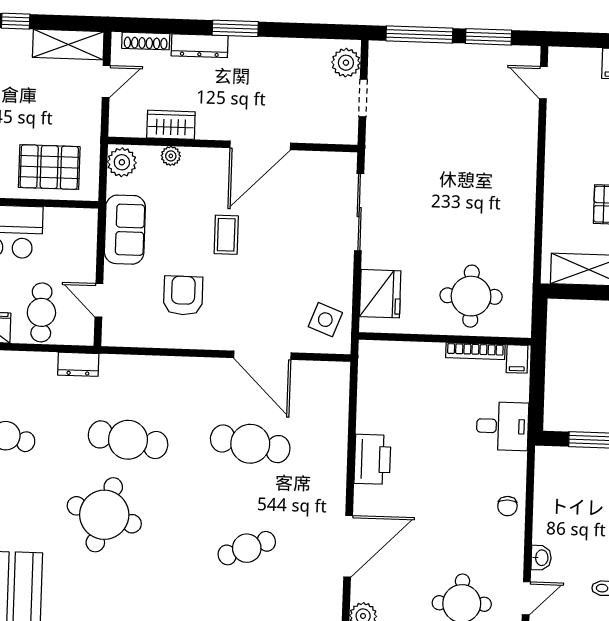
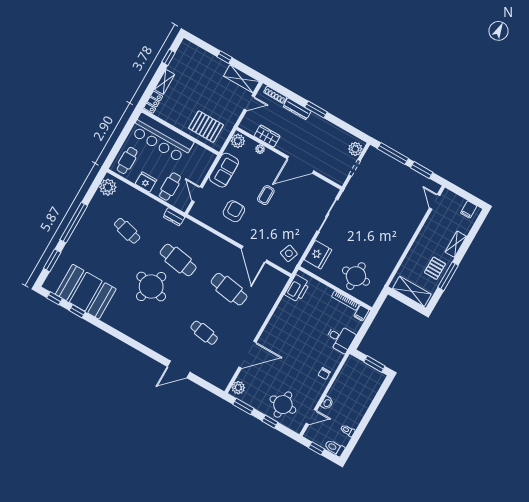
printer: (372, 459) -> (297, 289), moved
cafe table: (247, 548) -> (204, 333), turned 30

